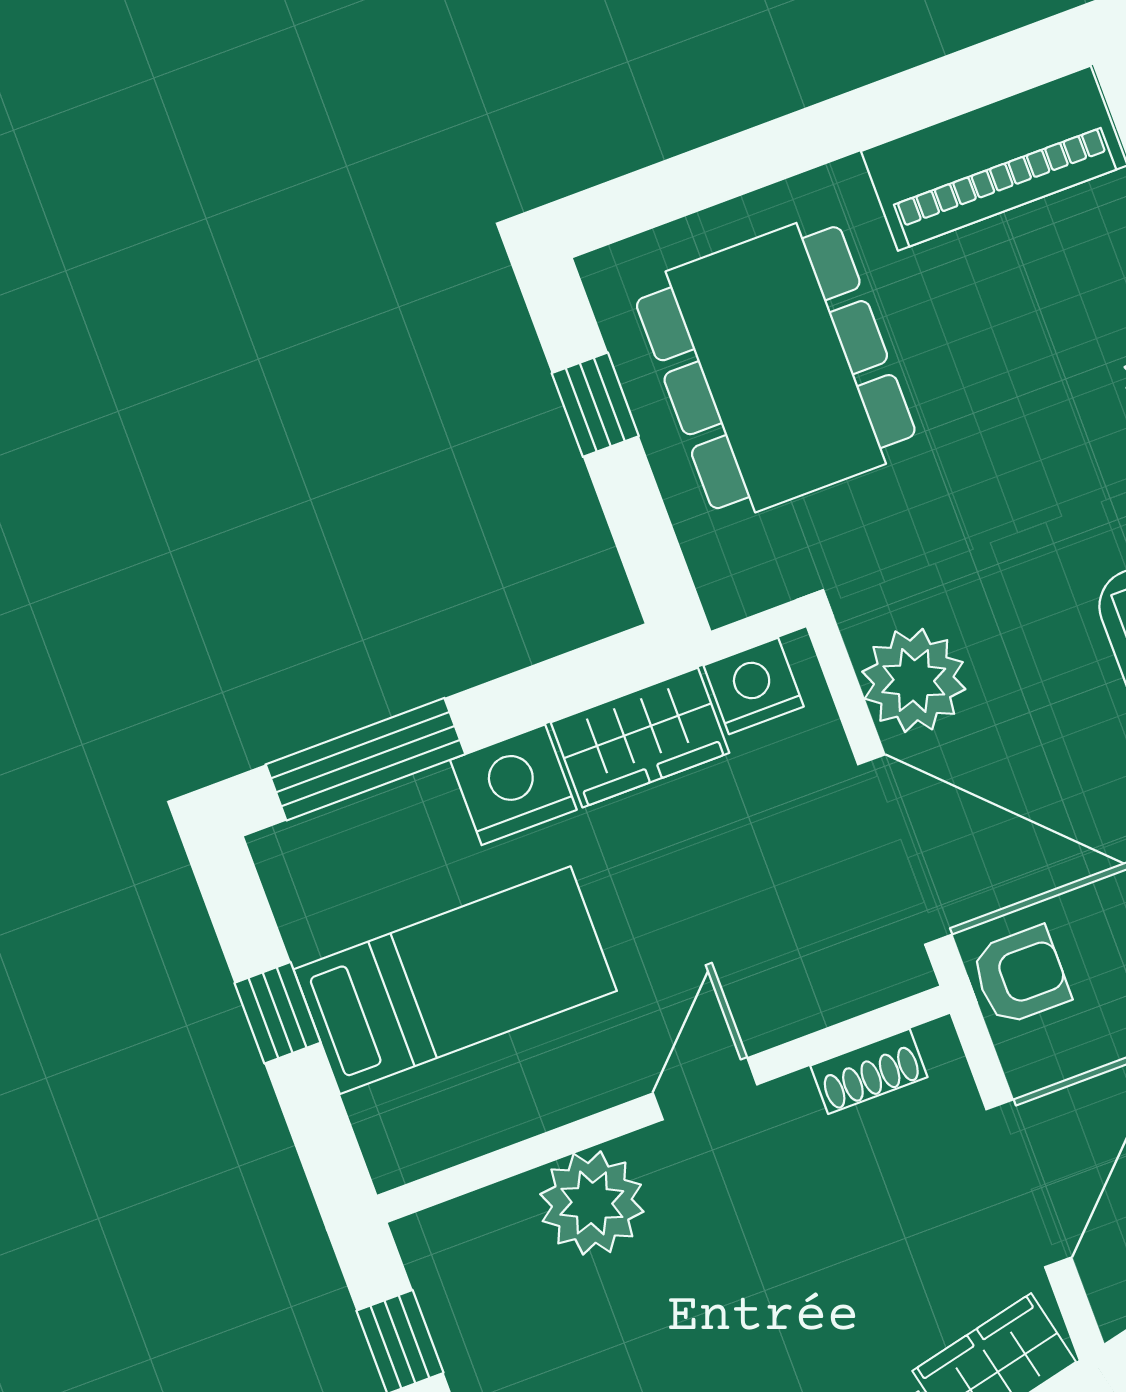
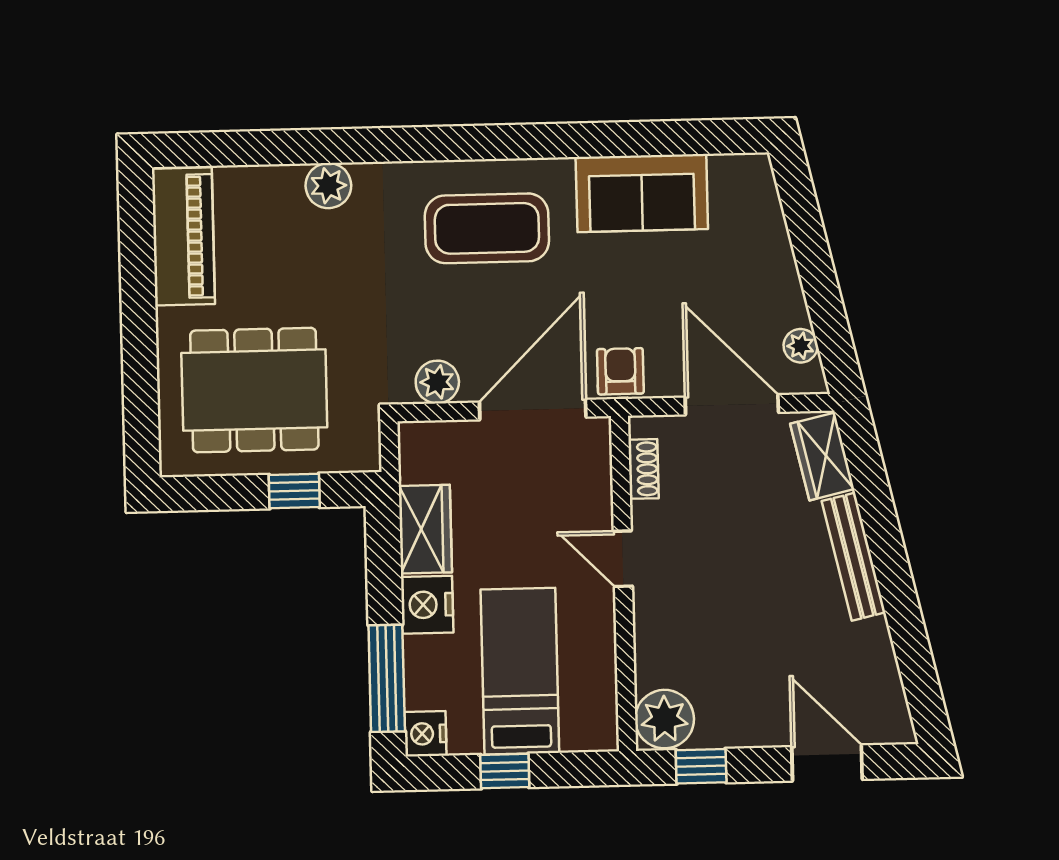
window: (595, 405) -> (294, 491), moved
plant: (914, 680) -> (437, 382), width x0.73, depth x0.73
nightstand: (754, 686) -> (425, 734), moved
plant: (592, 1203) -> (665, 719), moved

